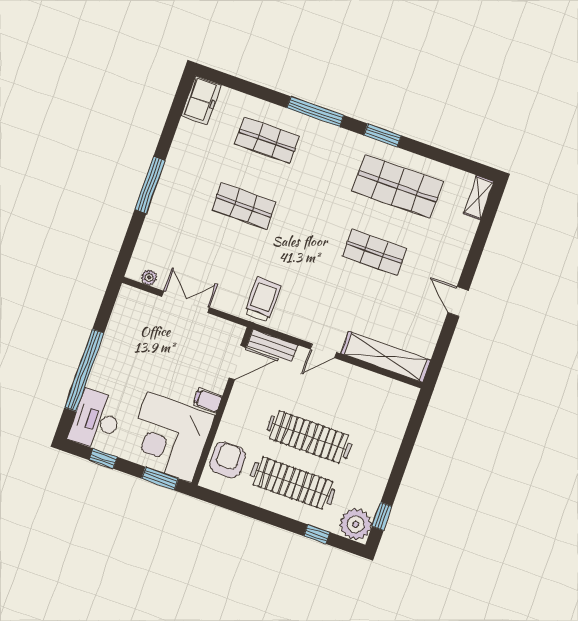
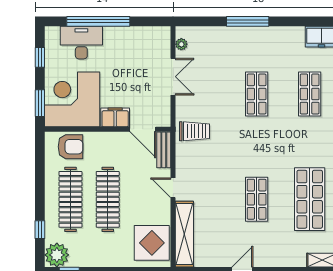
filing cabinet: (208, 400) -> (115, 117), width x2.00
display table: (382, 401) -> (152, 243), added
desk: (96, 420) -> (81, 43), moved

